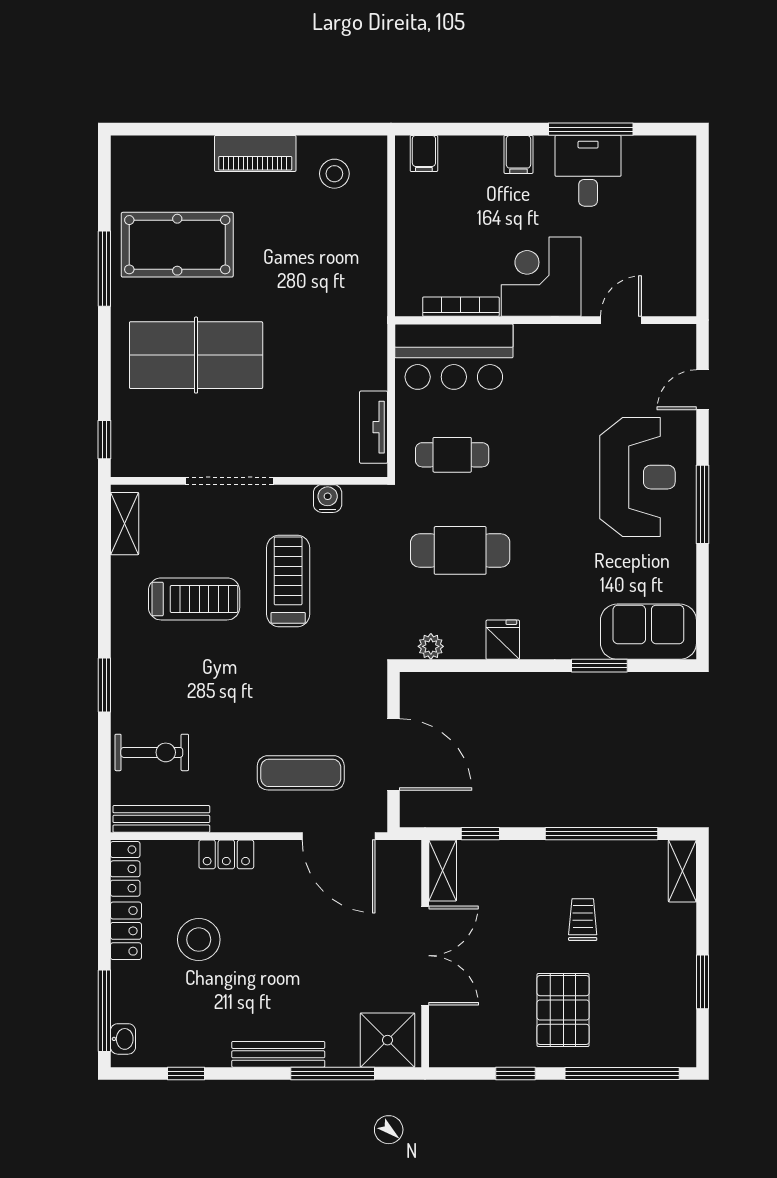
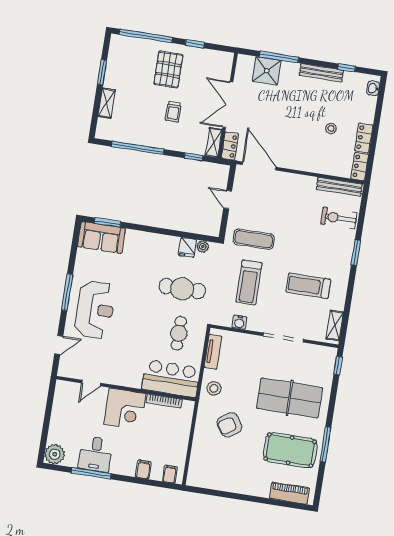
piano: (255, 153) -> (290, 493), moved
filing cabinet: (518, 154) -> (143, 469), moved
plant: (675, 157) -> (55, 454), added
stool: (334, 174) -> (214, 388), moved
armchair: (314, 278) -> (229, 425), added
cafe table: (452, 455) -> (179, 333), turned 90
reception desk: (638, 477) -> (95, 310), turned 180
treadmill: (288, 581) -> (249, 282), moved
fridge: (503, 640) -> (187, 247), moved
window: (599, 666) -> (107, 222), moved
door: (394, 755) -> (228, 200), width x0.53
exercise mat: (301, 773) -> (254, 239), moved
locker: (226, 854) -> (230, 146), moved, turned 90
shelving: (682, 871) -> (107, 103), moved
trolley: (583, 920) -> (173, 112), moved
stool: (199, 940) -> (331, 129), width x0.53, depth x0.53
window: (104, 1011) -> (380, 103), removed
shower: (388, 1040) -> (267, 71), moved
bench: (278, 1054) -> (321, 73), moved

